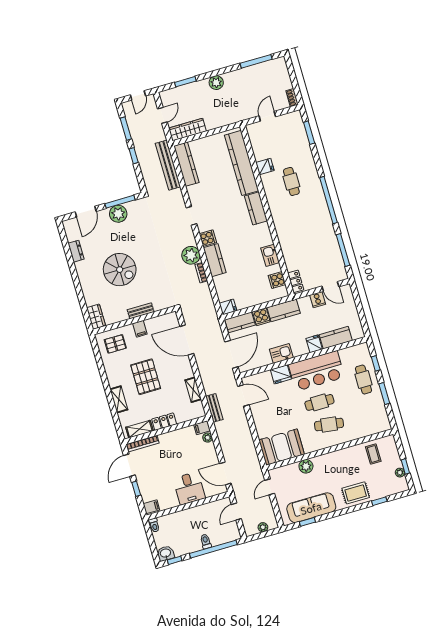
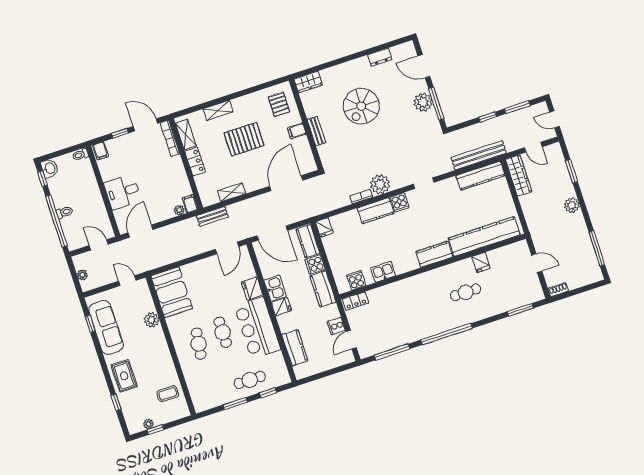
fridge: (314, 344) -> (281, 307), moved

